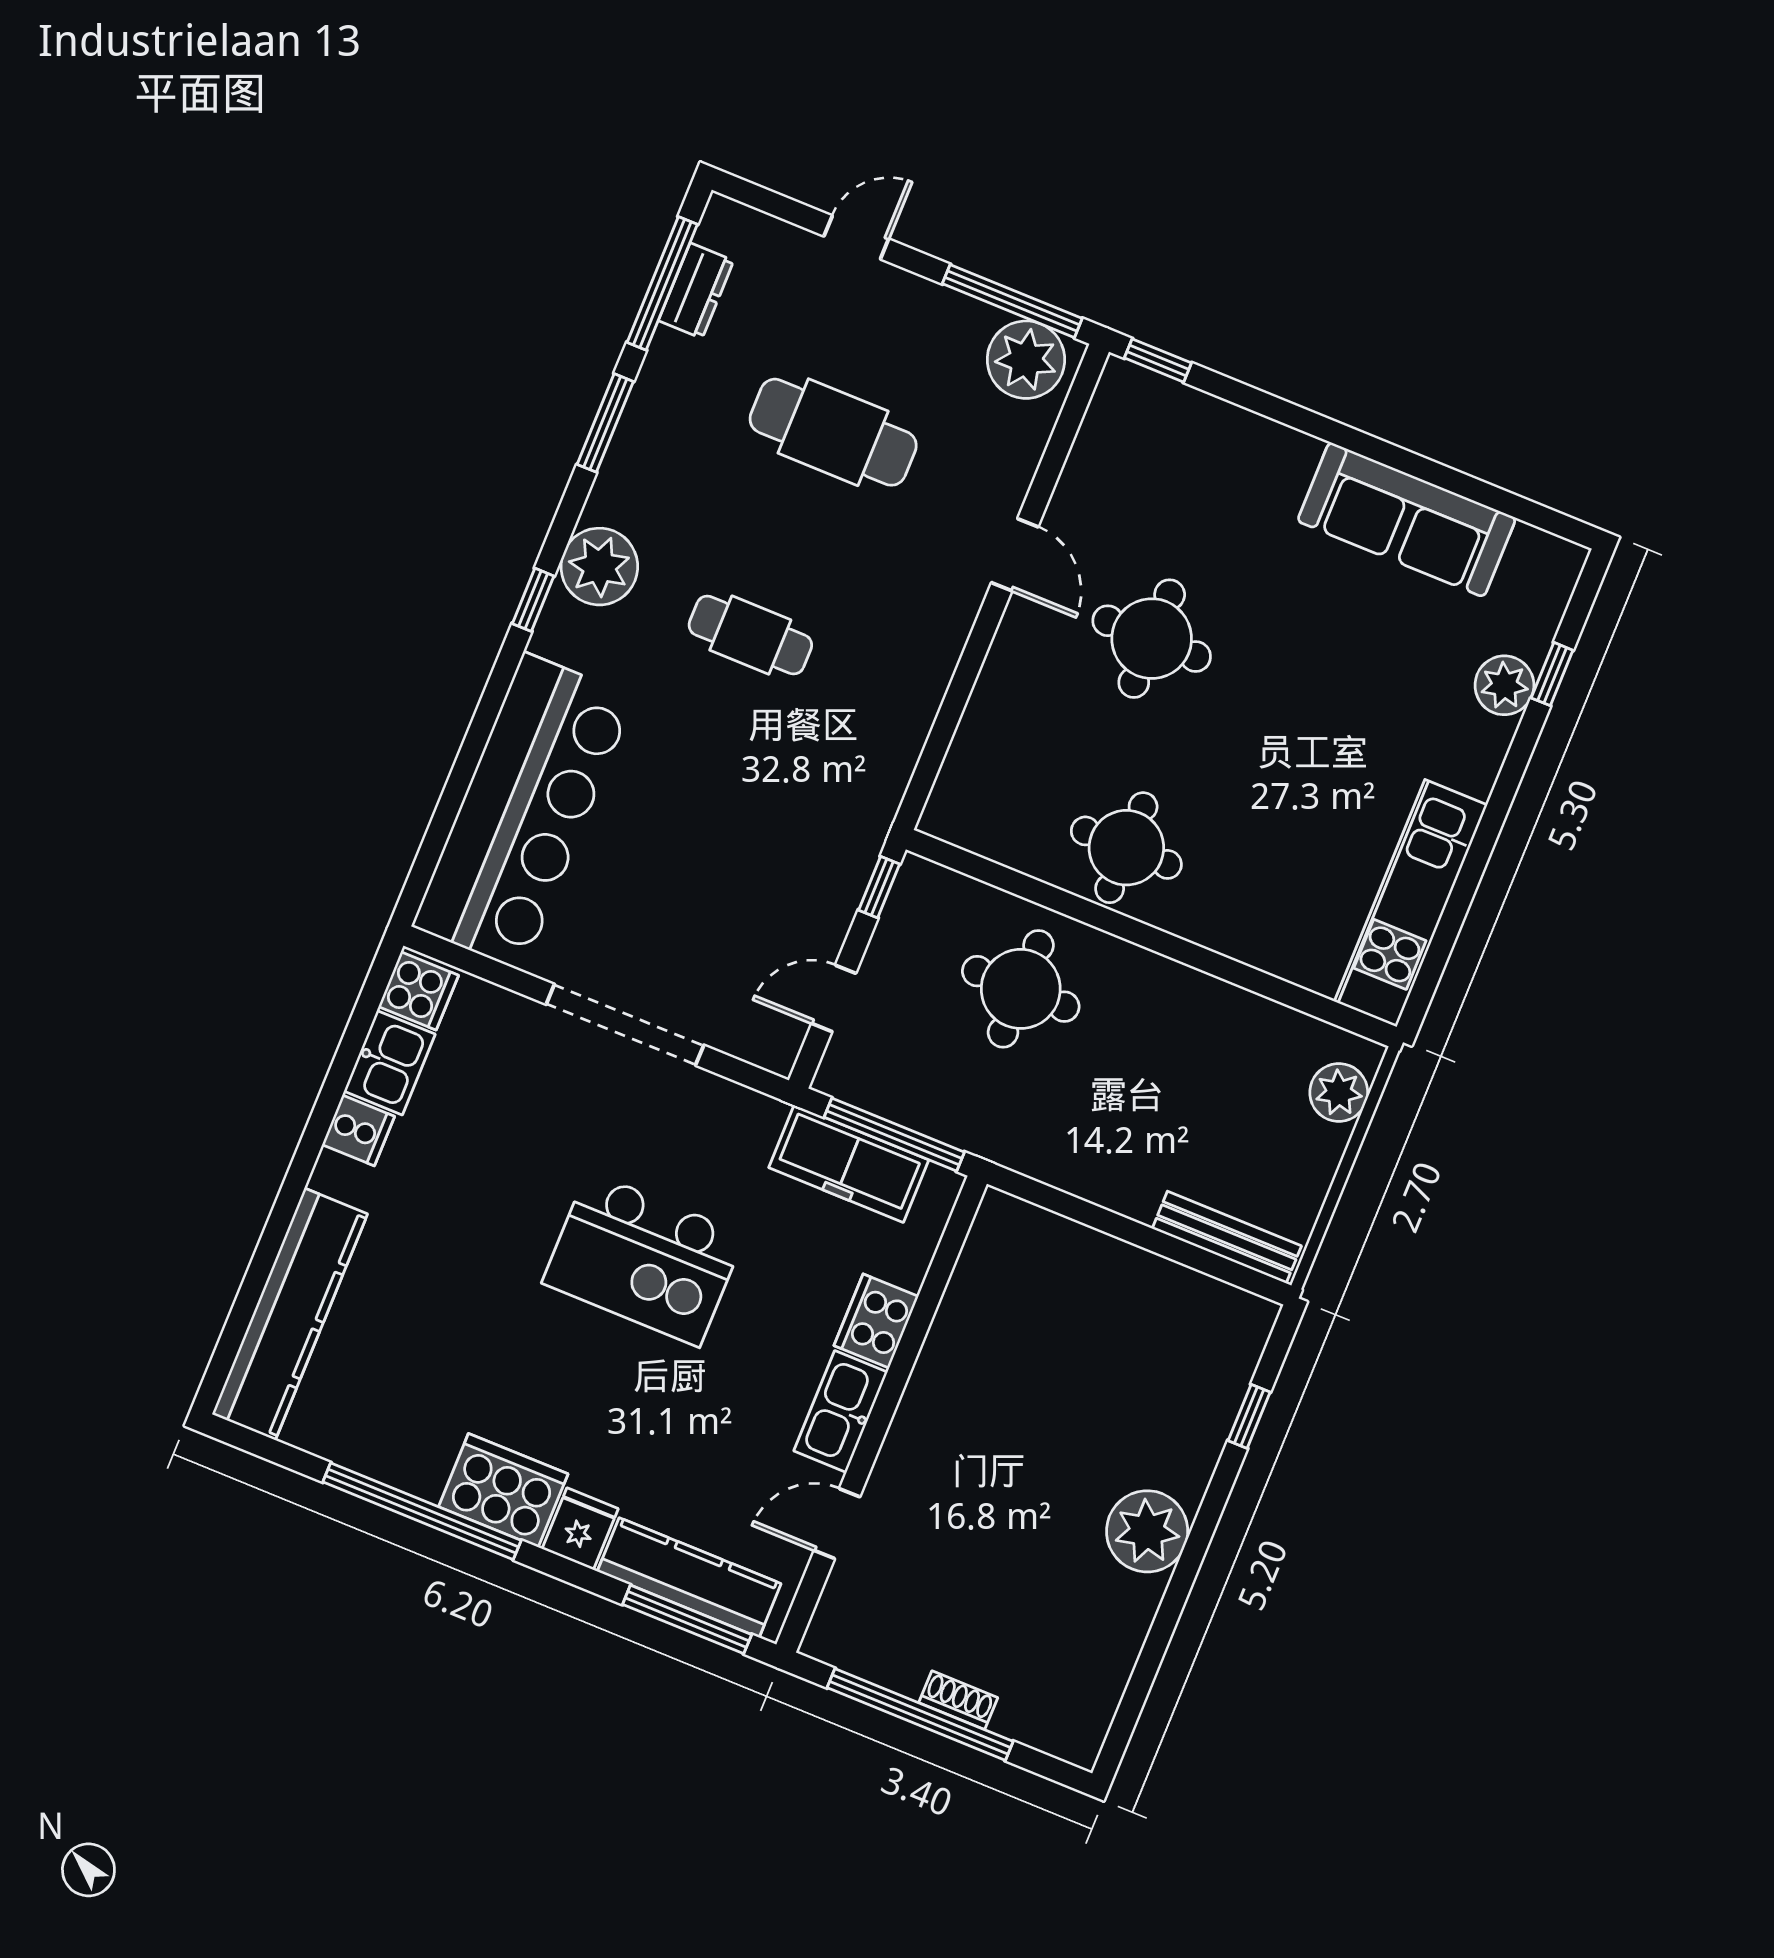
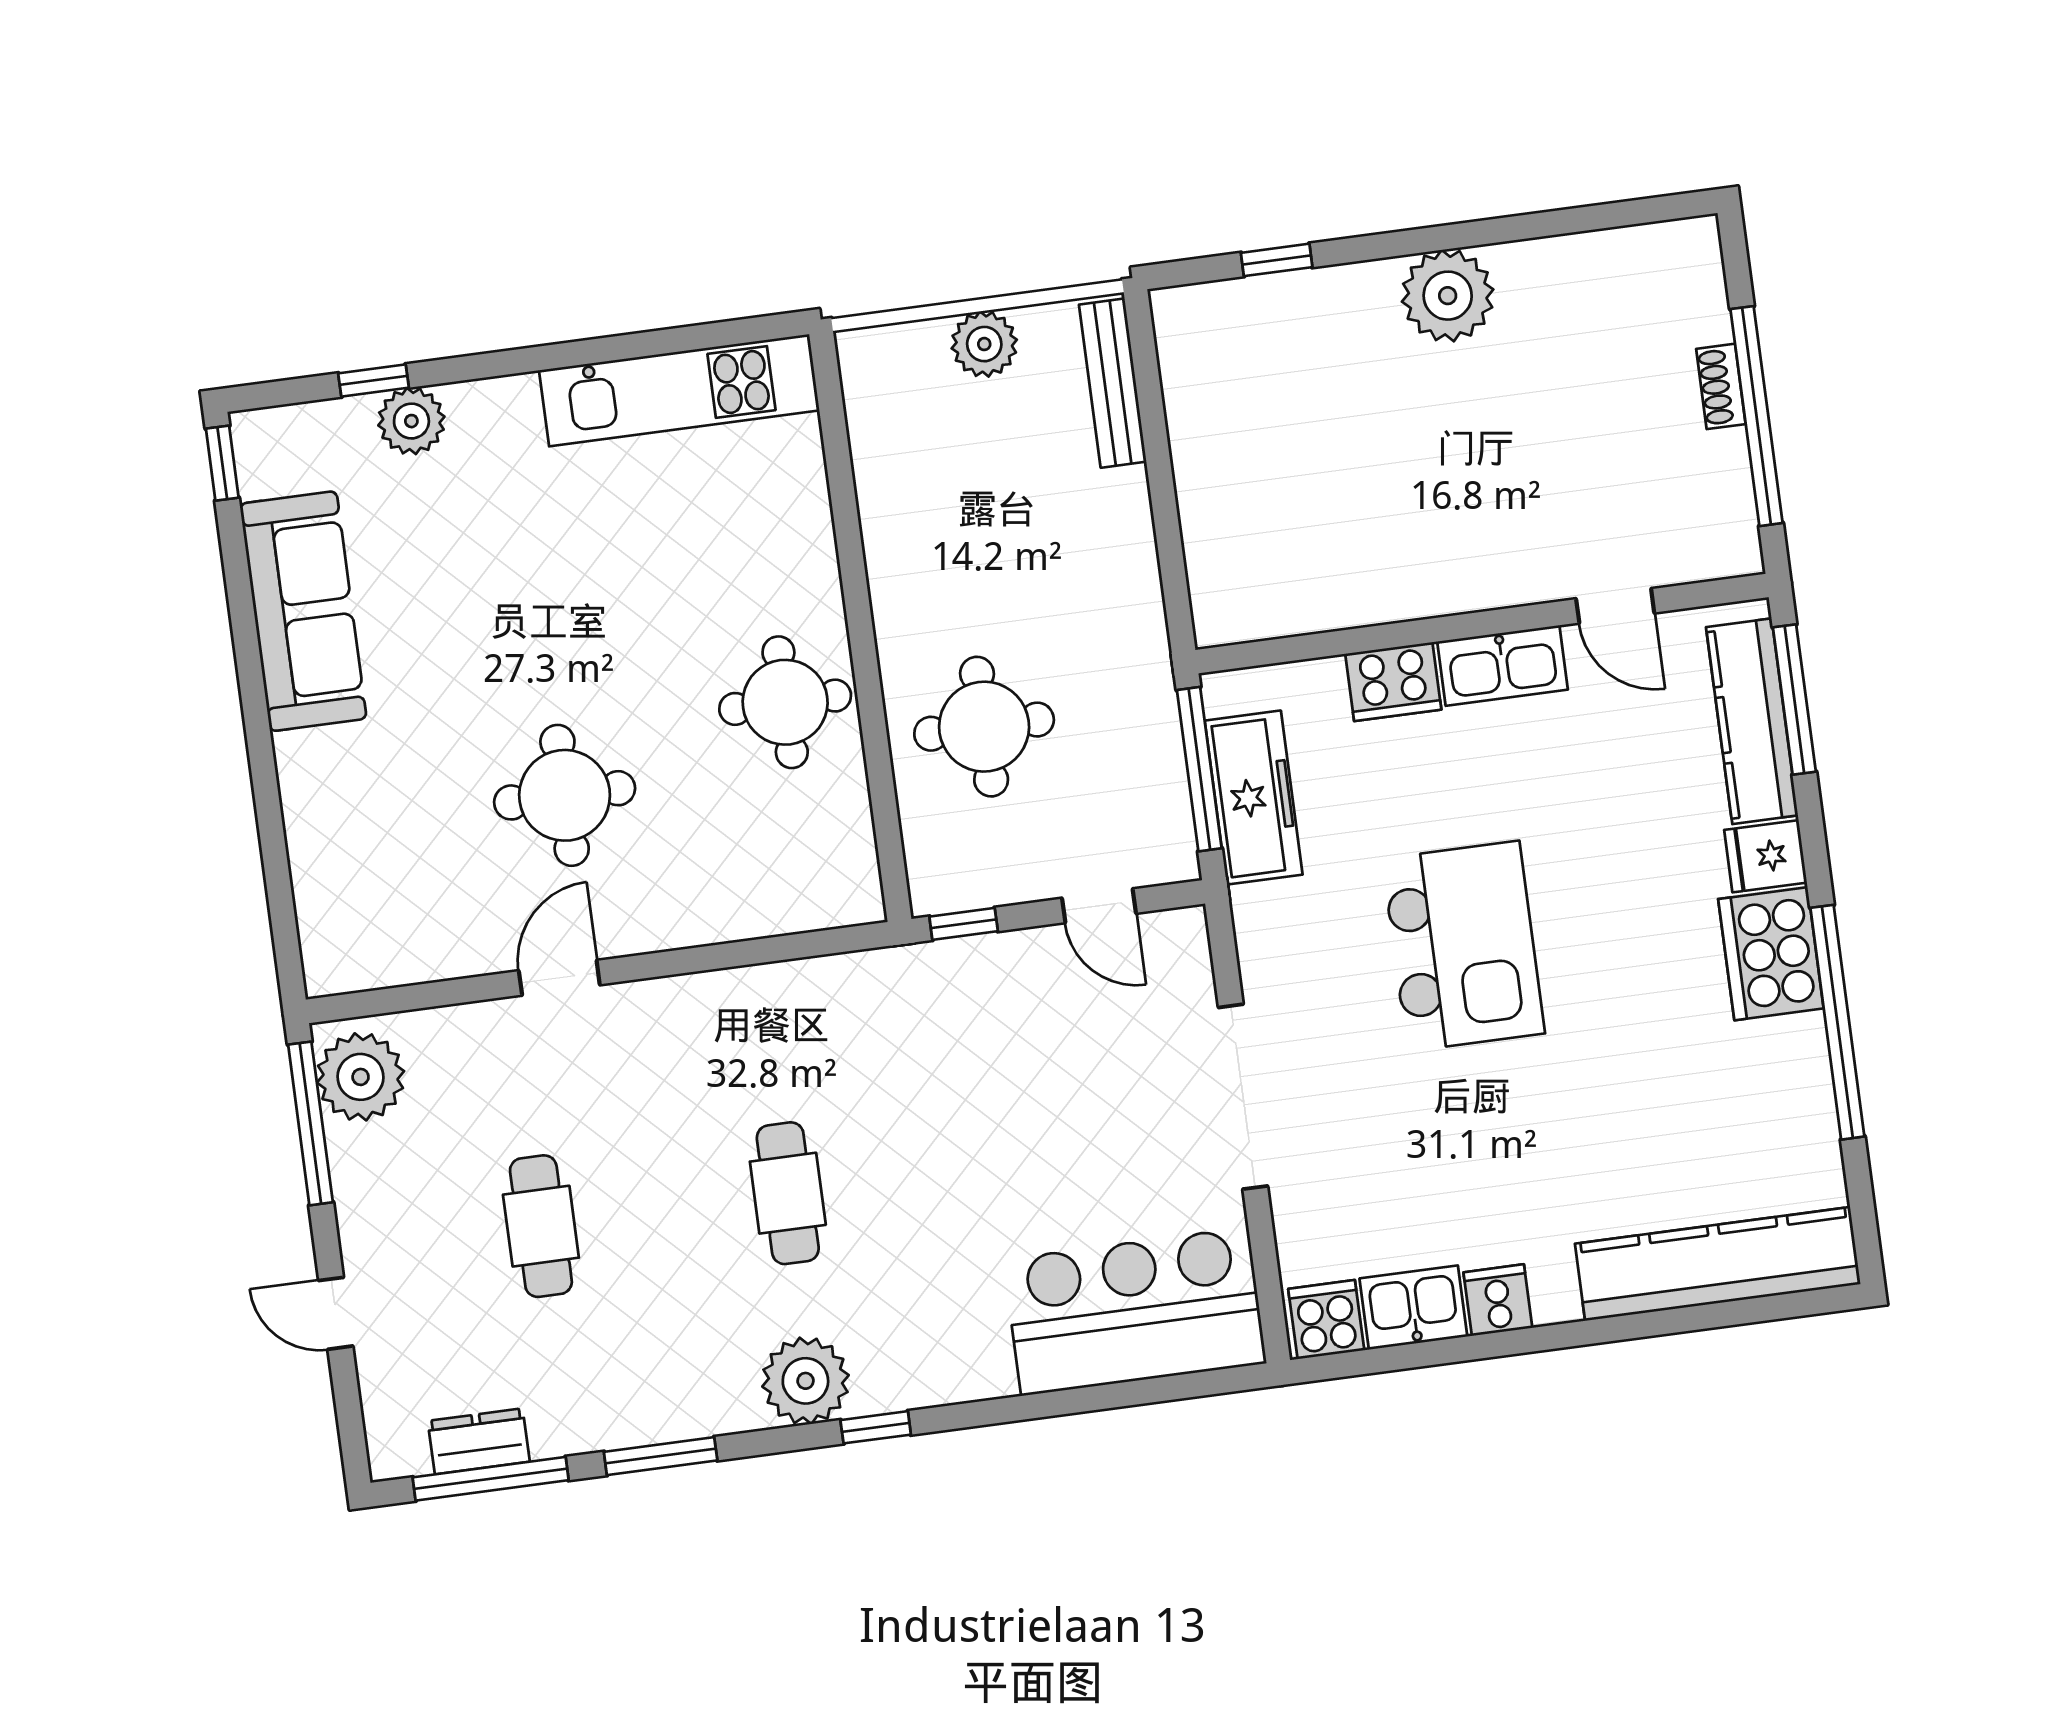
window: (1158, 360) -> (222, 463), moved
cafe table: (833, 432) -> (541, 1226), width x0.73, depth x0.74
bar counter: (523, 812) -> (1135, 1311), width x0.73
plant: (1339, 1093) -> (984, 344), moved

